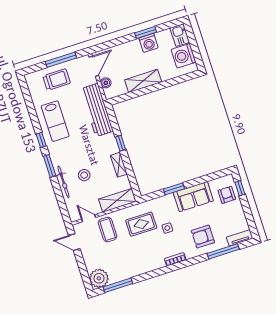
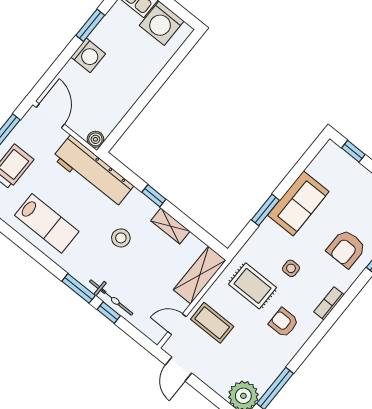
washing machine: (149, 43) -> (88, 55), moved
shelving: (143, 81) -> (130, 92), removed
boiler: (106, 83) -> (95, 139), moved
window: (41, 140) -> (109, 313), moved
stool: (84, 175) -> (121, 238), moved
armchair: (227, 195) -> (284, 323), moved
rug: (141, 224) -> (253, 286), turned 90
door: (74, 242) -> (178, 369), hinge flipped

